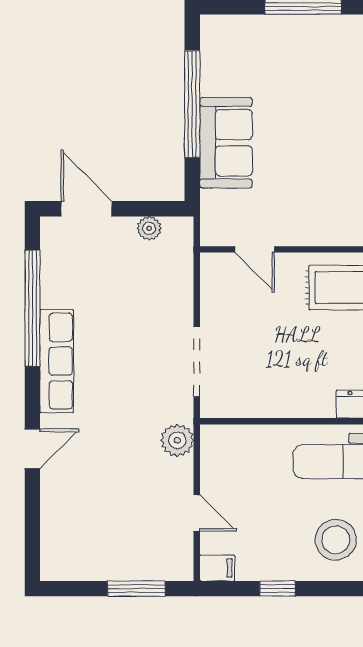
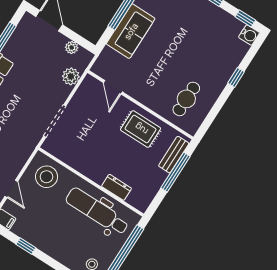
plant: (177, 440) -> (71, 76), moved
stool: (336, 540) -> (47, 177), moved

